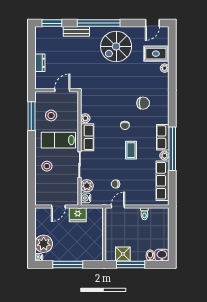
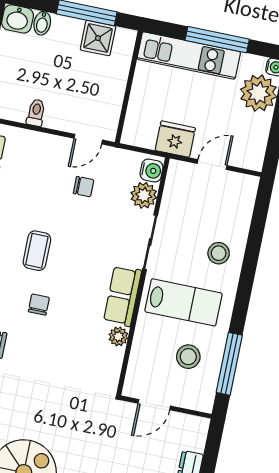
kitchen unit: (79, 255) -> (189, 55), added

